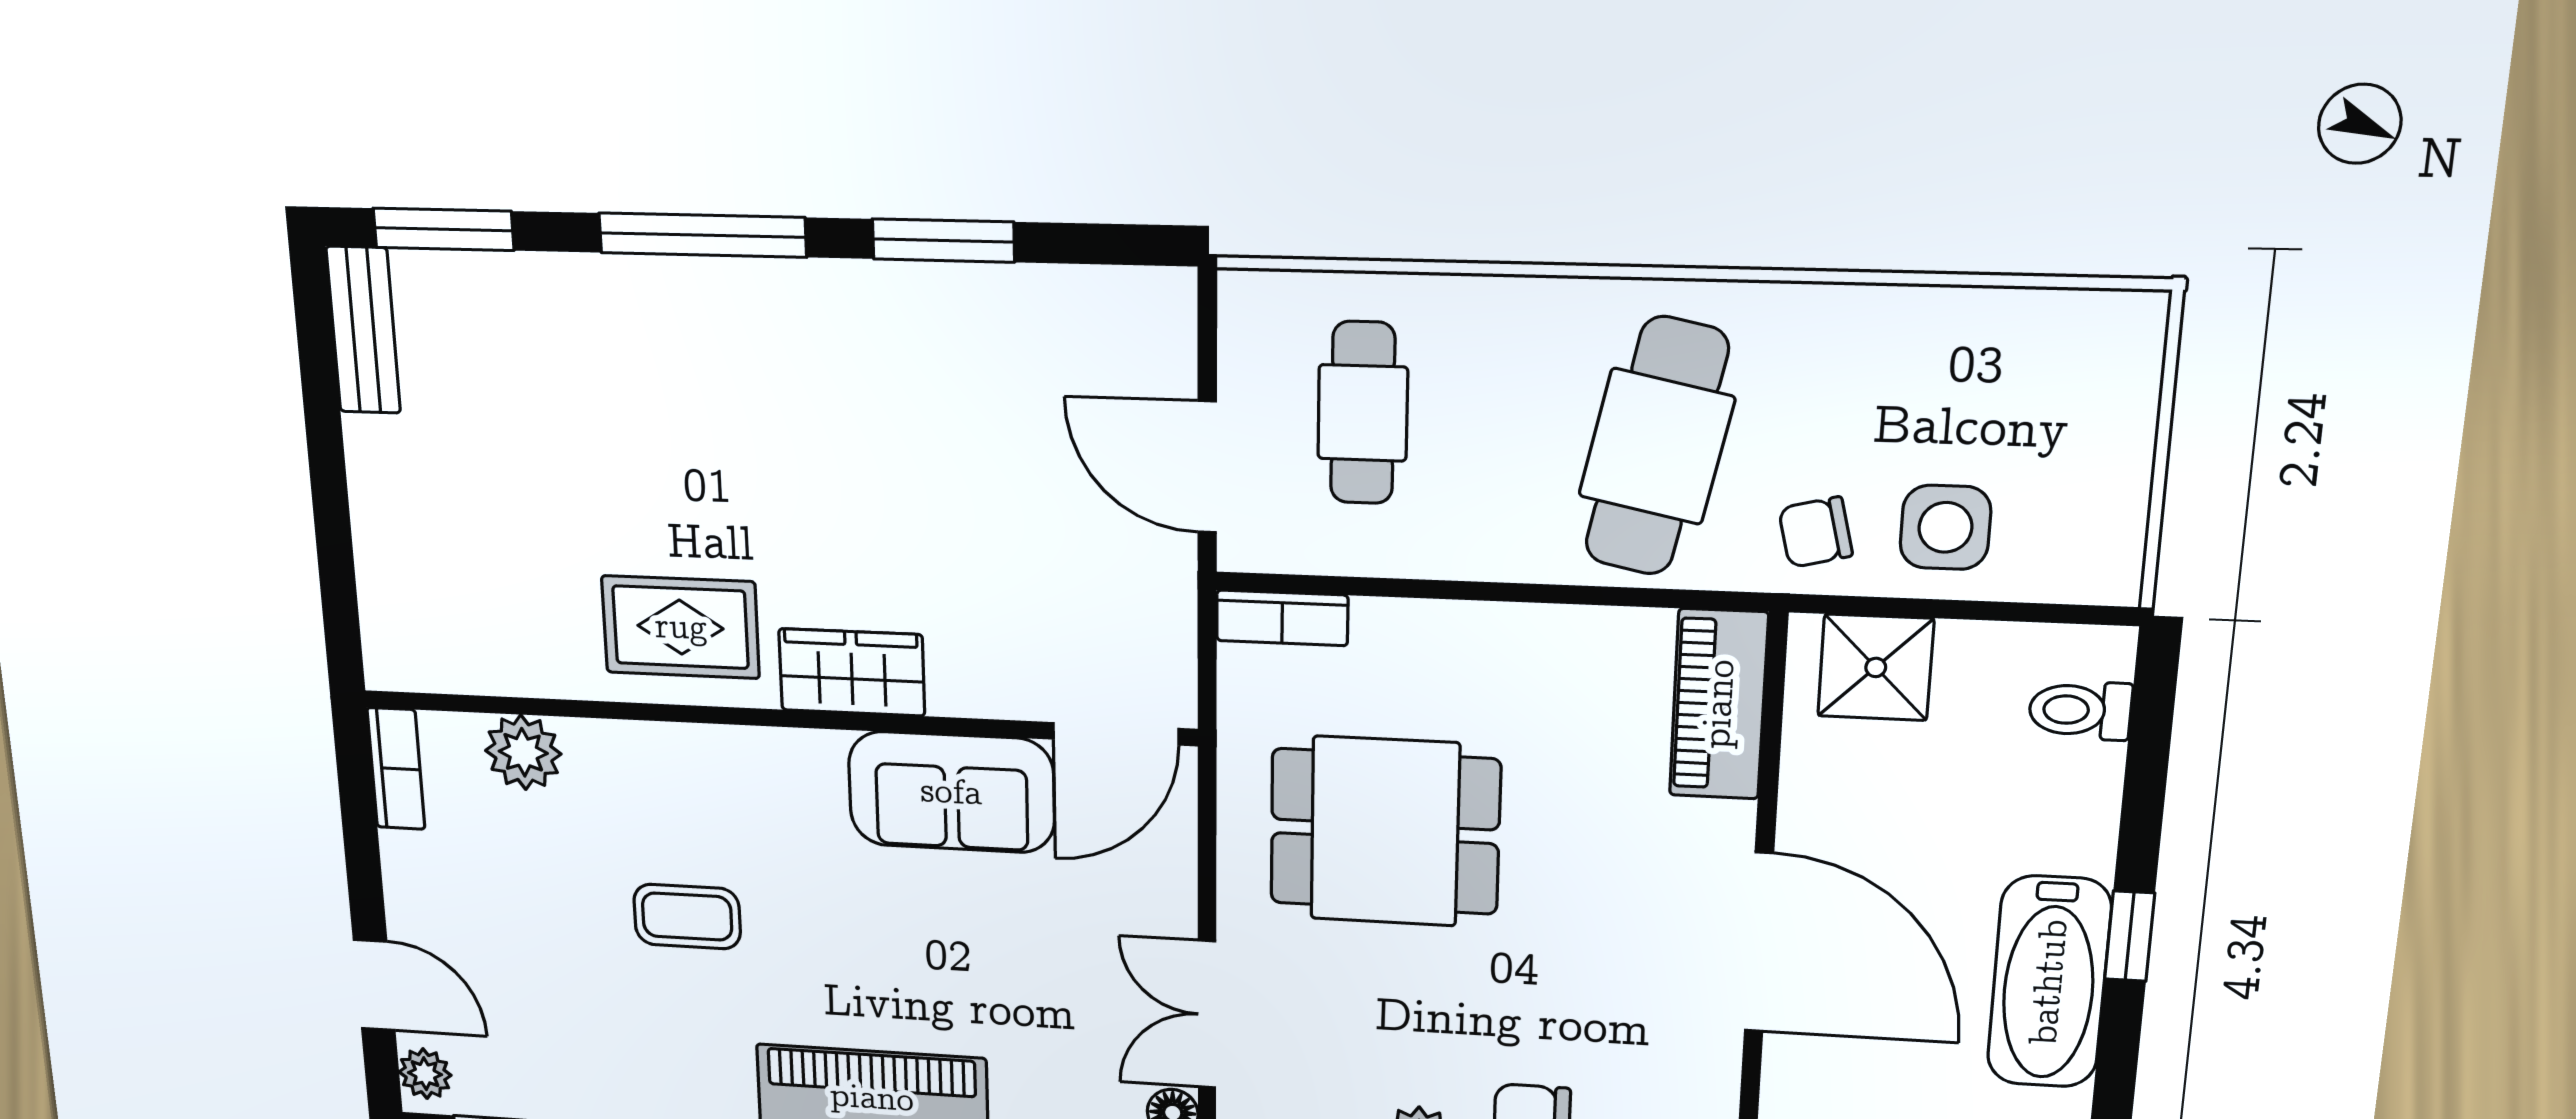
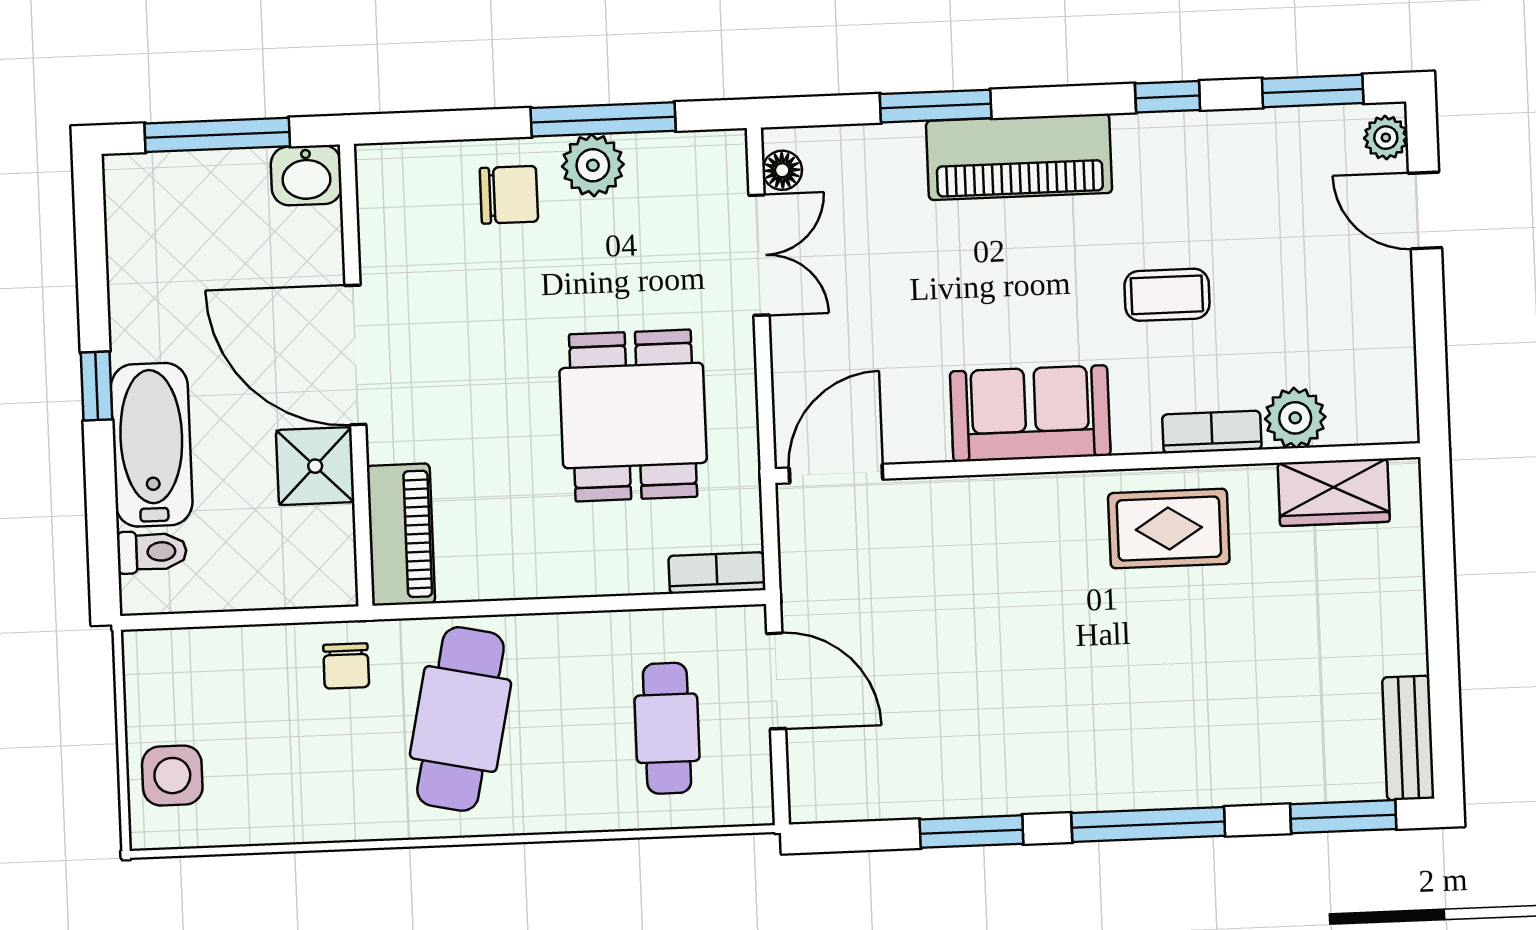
side table: (1945, 527) -> (172, 776), moved
chair: (1815, 532) -> (346, 666), turned 104
shower: (1876, 667) -> (315, 466), moved
wardrobe: (852, 672) -> (1334, 492), moved
bookcase: (396, 769) -> (1212, 432), moved, turned 90
sofa: (951, 792) -> (1030, 413), moved
dining table: (1385, 831) -> (633, 416), turned 90
bathtub: (2049, 982) -> (152, 445), moved

